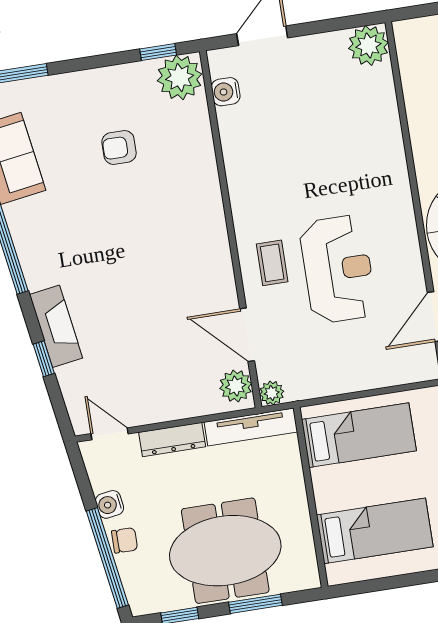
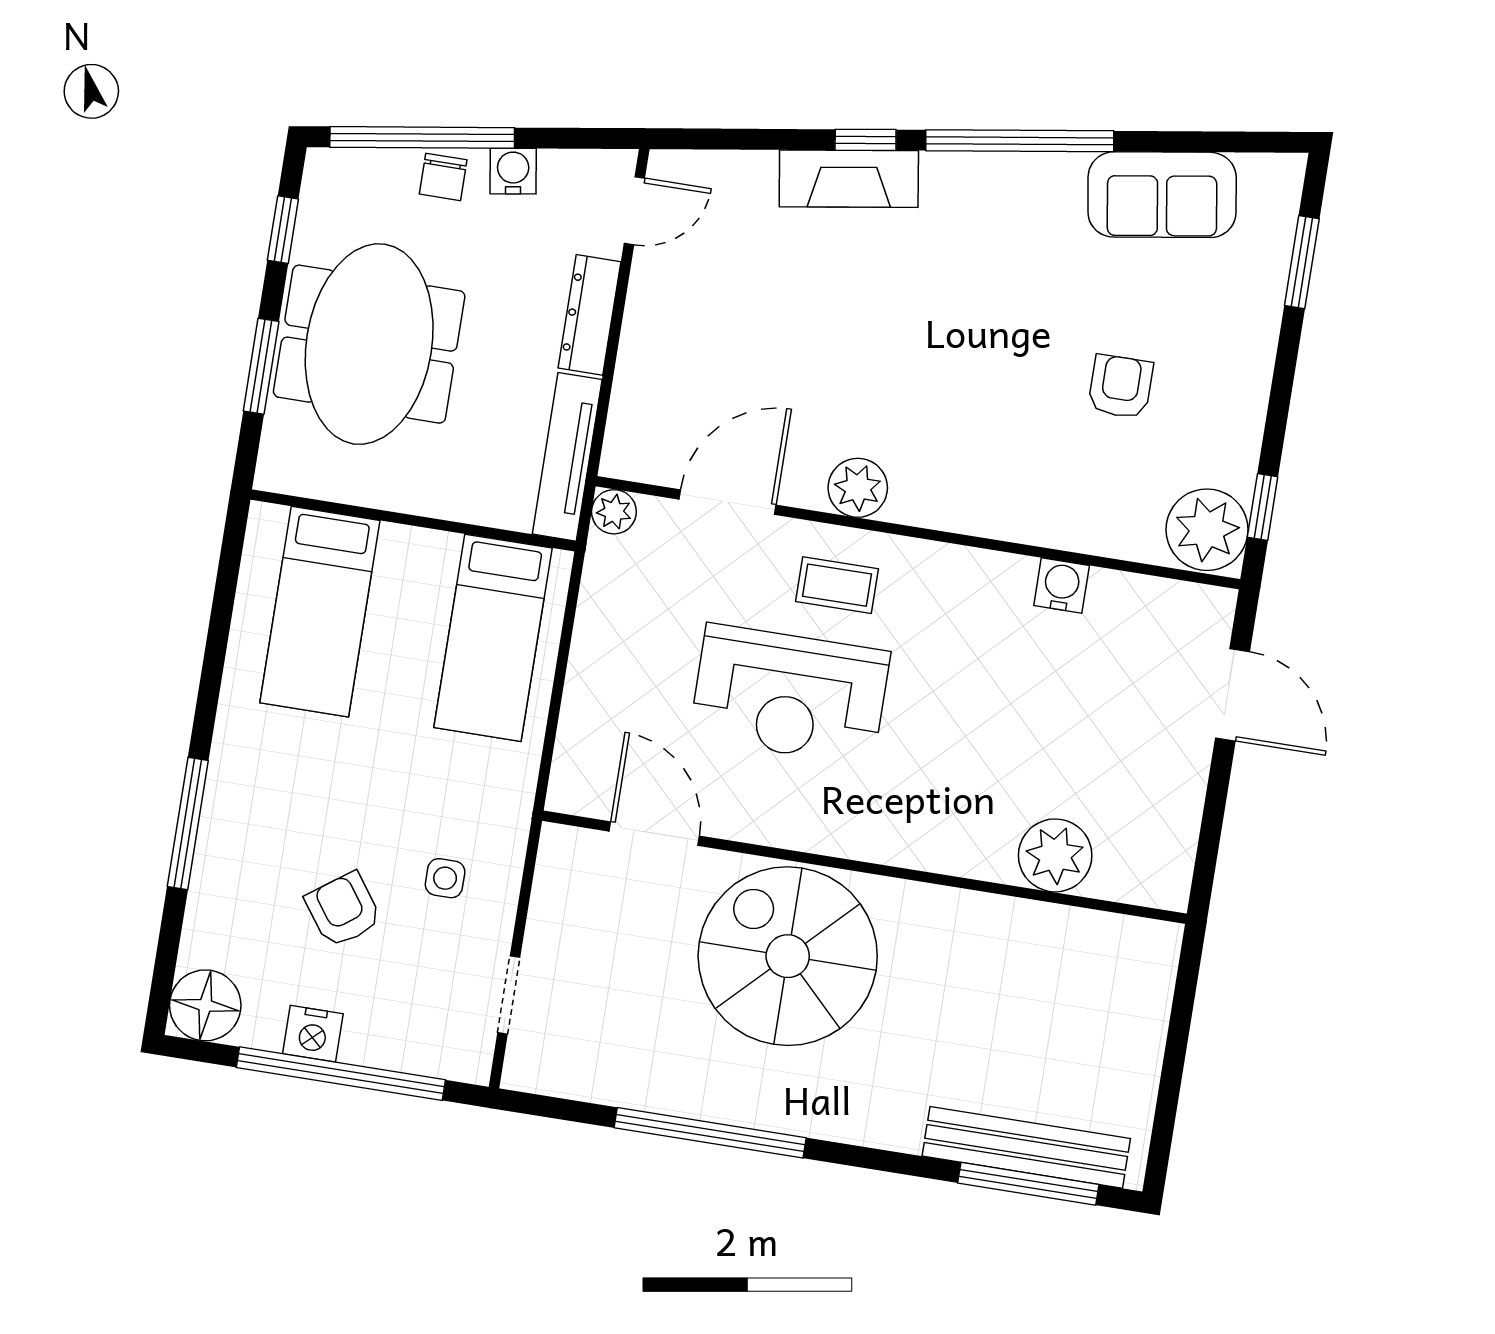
plant: (368, 45) -> (1055, 855), moved
water cooler: (226, 92) -> (1062, 586), moved
window: (44, 359) -> (866, 140), moved
plant: (236, 386) -> (858, 488), moved

